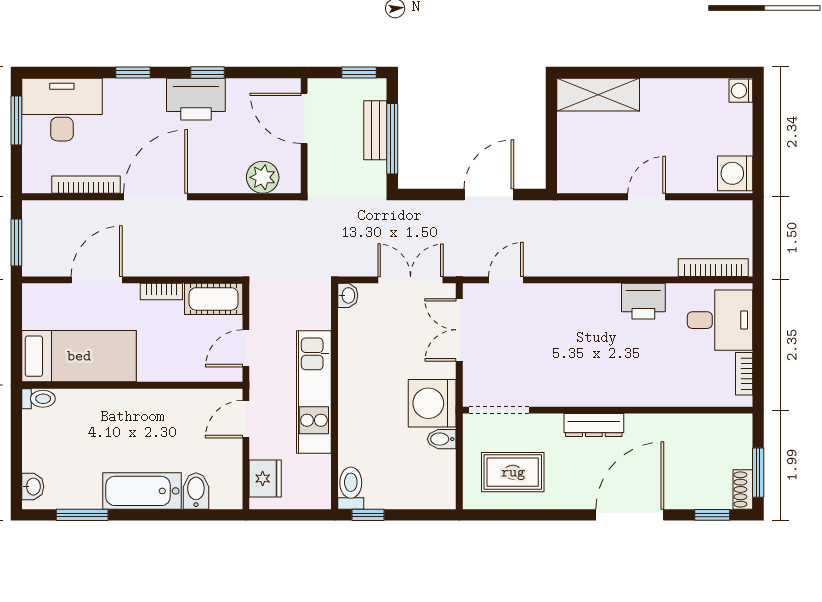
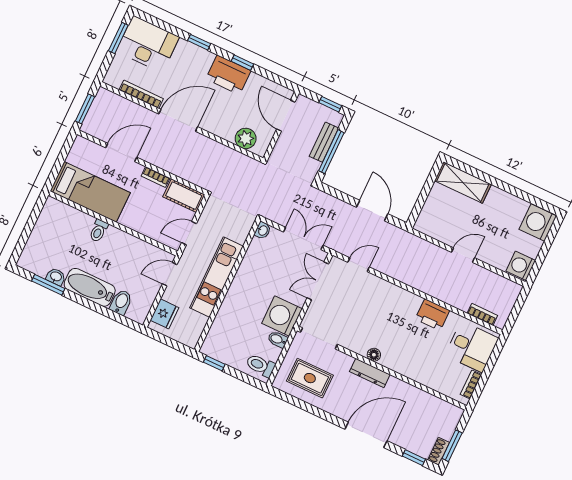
washing machine: (741, 91) -> (538, 223), width x1.89, depth x1.89
door: (489, 195) -> (372, 211), hinge flipped
bookcase: (713, 268) -> (482, 314), width x0.64
floor lamp: (587, 397) -> (374, 355), added
toilet: (39, 399) -> (99, 231), moved, turned 90
washbasin: (33, 487) -> (56, 277), moved, turned -90
toilet: (351, 488) -> (261, 365), moved, turned -90

